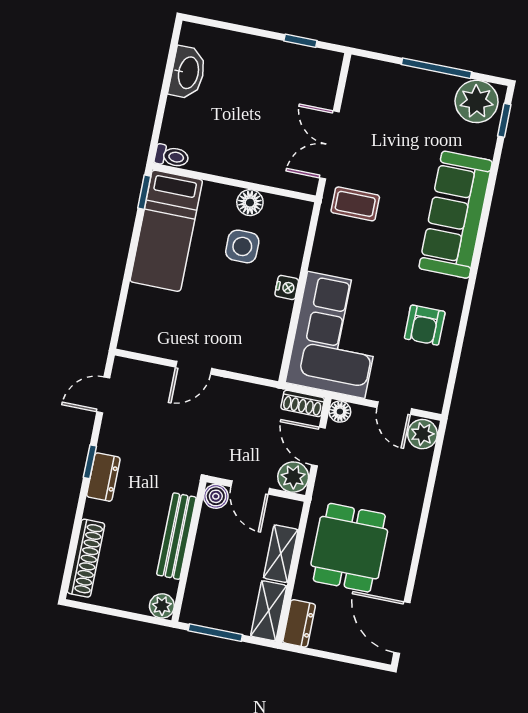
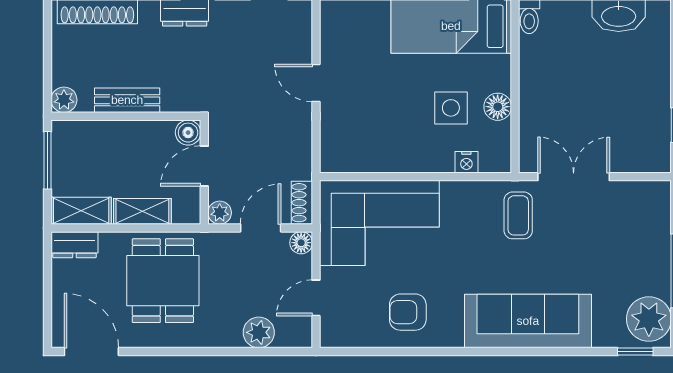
nightstand: (287, 287) -> (466, 162), moved
plant: (422, 434) -> (259, 332), moved
plant: (293, 477) -> (220, 213), width x0.73, depth x0.73
bench: (176, 536) -> (127, 100), width x0.73
dining table: (349, 548) -> (163, 281), turned 90
door: (402, 628) -> (91, 352), hinge flipped

